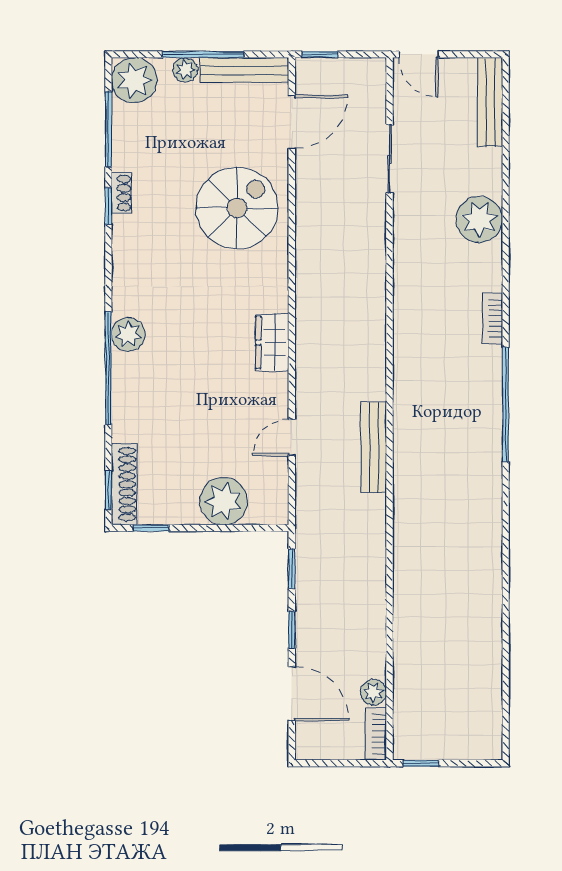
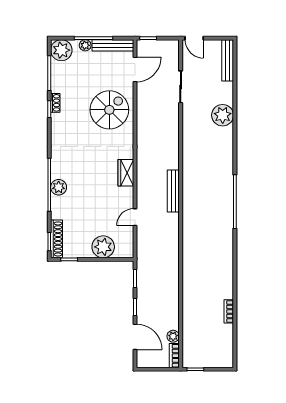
bookcase: (493, 318) -> (229, 311), moved
plant: (128, 334) -> (59, 187), moved
bench: (374, 447) -> (173, 191), moved

